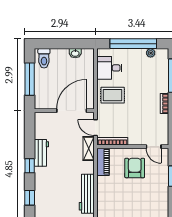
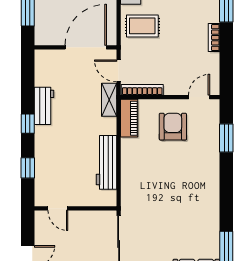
door: (154, 147) -> (199, 97), swing flipped

